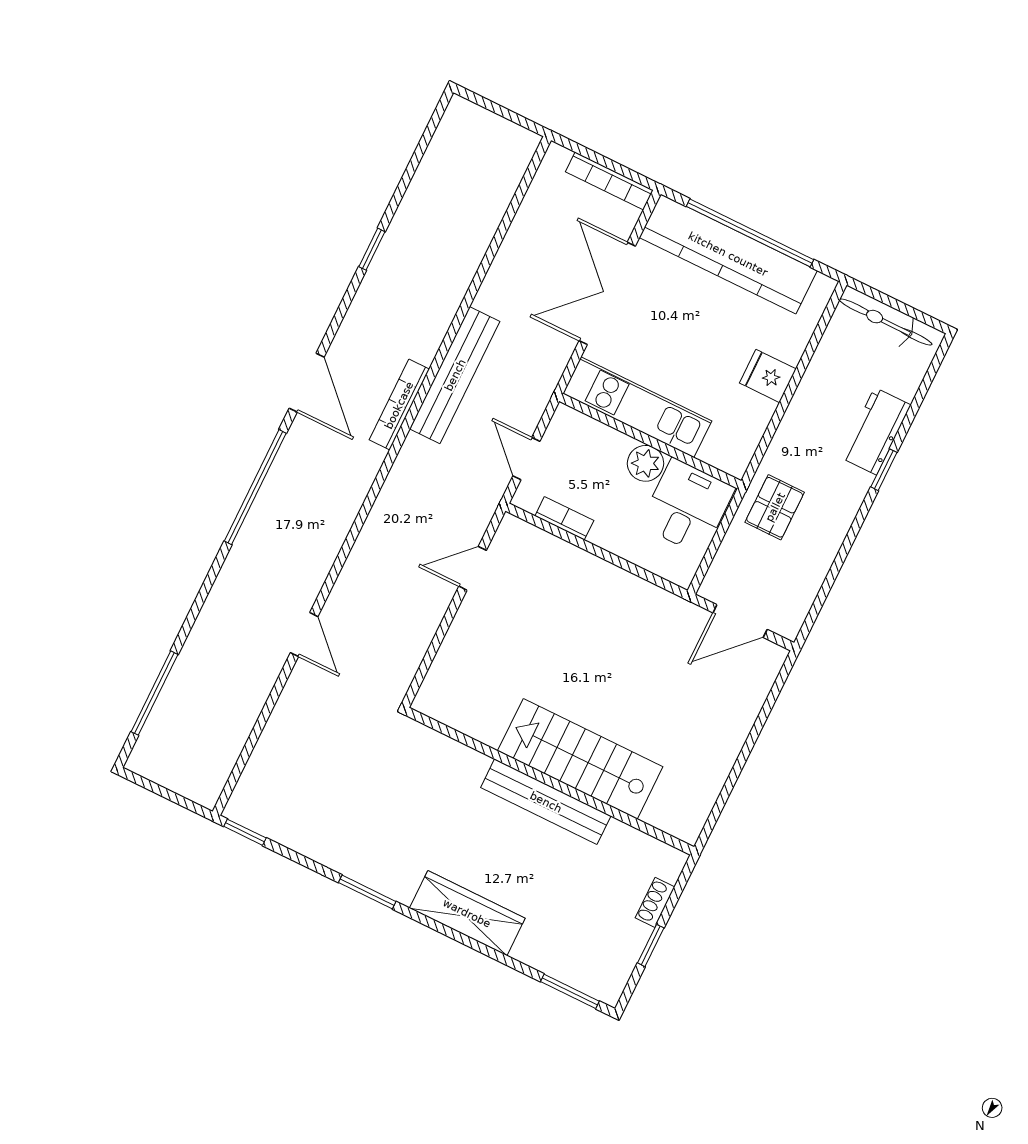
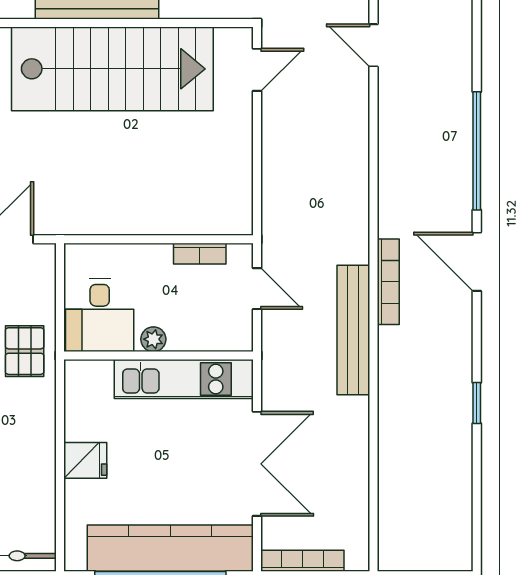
plant: (645, 463) -> (153, 339), width x0.73, depth x0.73
door: (473, 568) -> (257, 70), moved
stairs: (580, 759) -> (112, 69), width x1.36, depth x1.51

